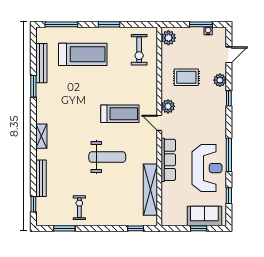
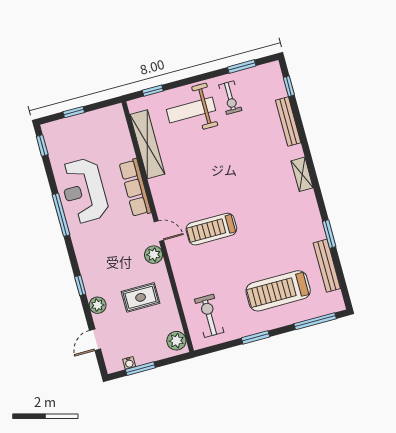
weight bench: (107, 157) -> (191, 110), moved
window: (229, 196) -> (42, 145), moved
sofa: (204, 216) -> (71, 130), removed

